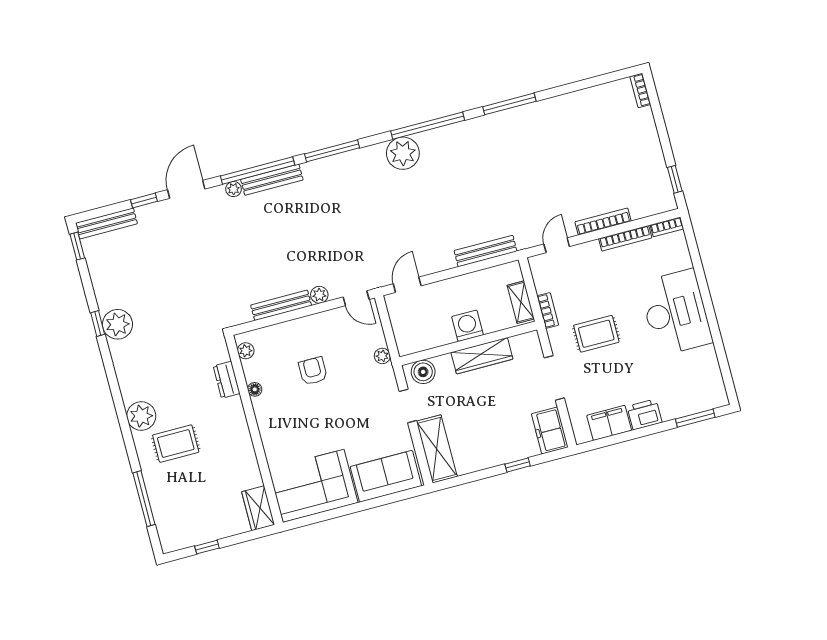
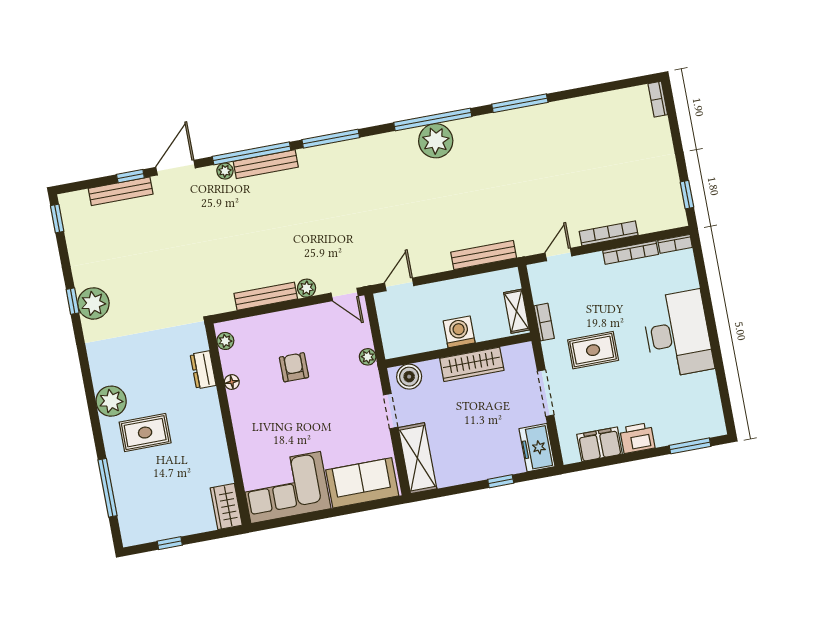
plant: (403, 153) -> (436, 141), moved
bench: (106, 223) -> (121, 191), moved

